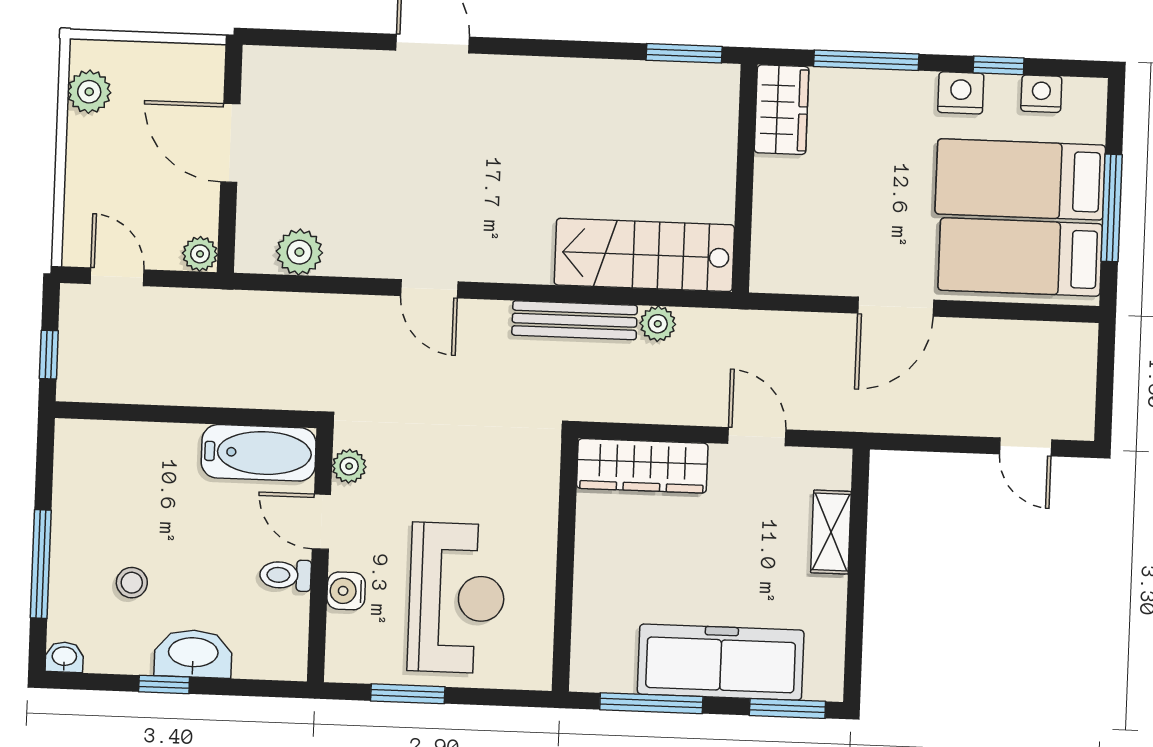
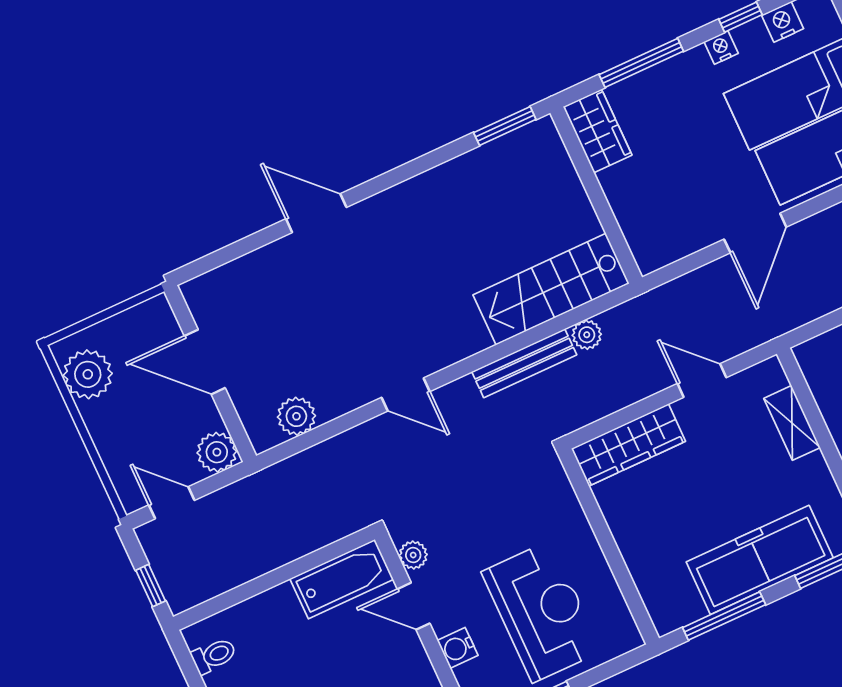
plant: (89, 92) -> (88, 374), width x1.36, depth x1.36
nightstand: (961, 93) -> (721, 47), width x0.72, depth x0.74
plant: (200, 254) -> (217, 452), width x1.38, depth x1.38
toilet: (285, 575) -> (214, 656), moved, turned 180

